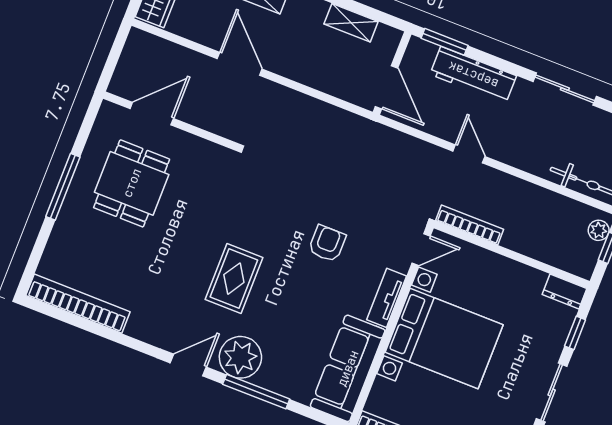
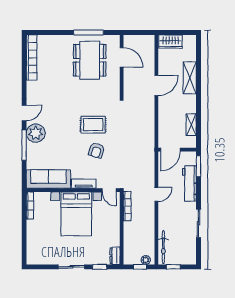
dining table: (132, 183) -> (90, 60), width x1.37
window: (63, 187) -> (89, 32), moved
armchair: (327, 243) -> (97, 150), turned 107
rug: (234, 279) -> (93, 125), moved
door: (188, 365) -> (24, 113), hinge flipped

